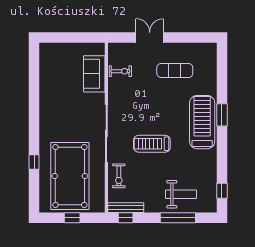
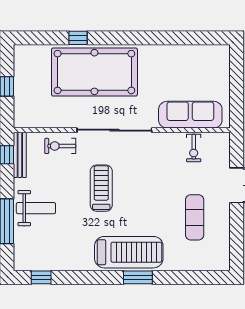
sofa: (94, 74) -> (190, 115), width x1.36
pool table: (70, 176) -> (94, 72), moved
weight bench: (181, 194) -> (36, 208), moved, turned -90

